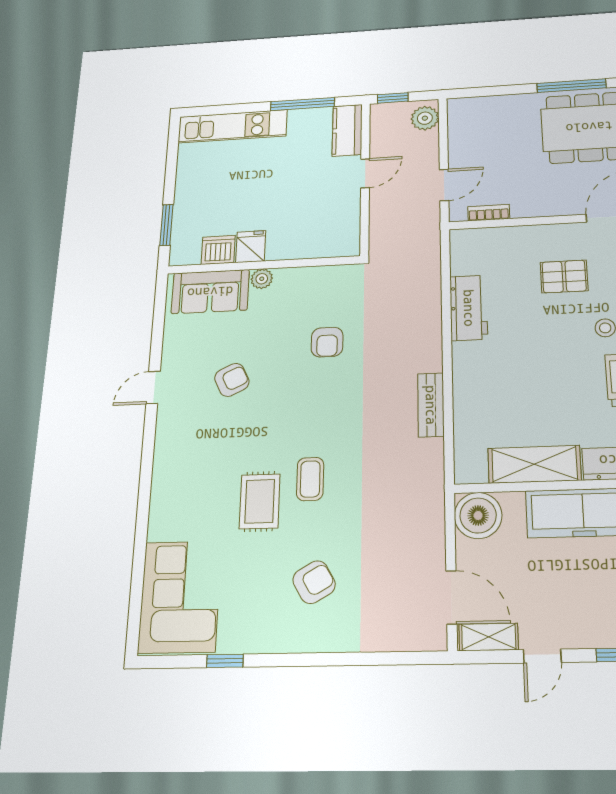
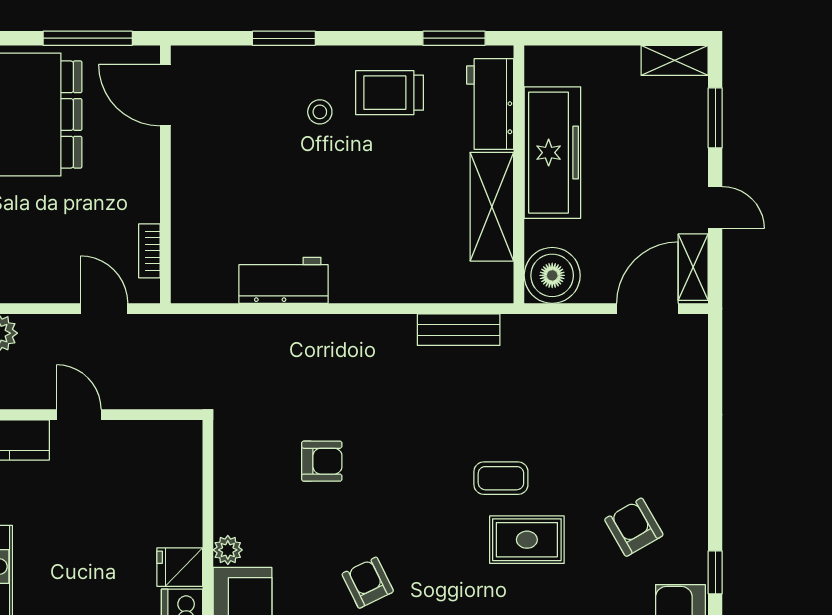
pallet: (564, 277) -> (247, 158), removed
bench: (431, 405) -> (459, 330), moved
armchair: (314, 582) -> (634, 527), moved

